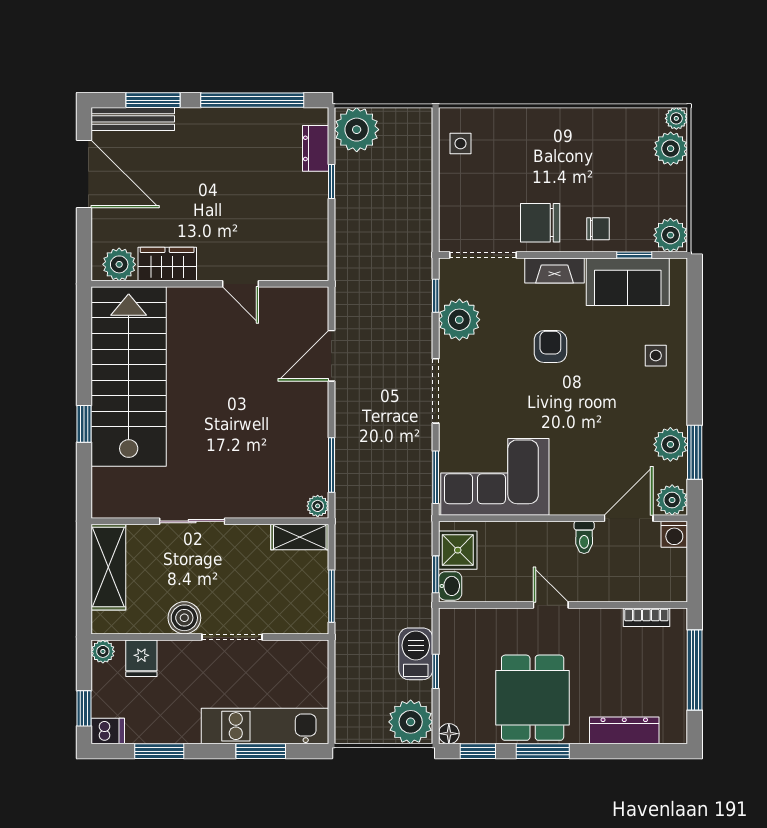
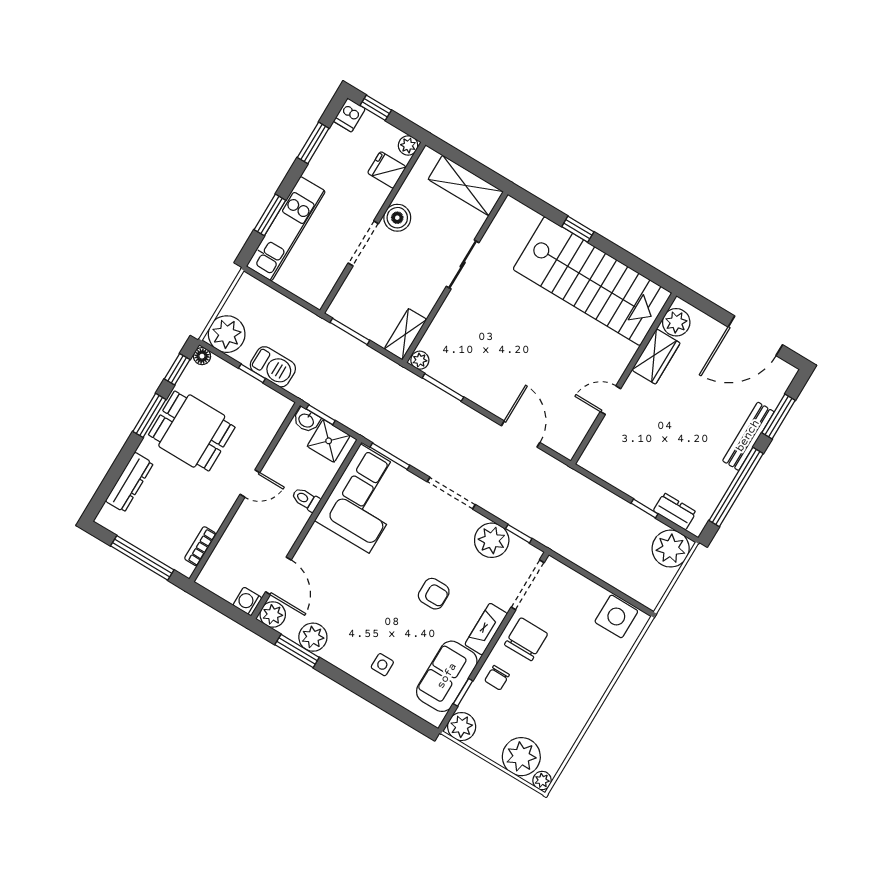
bench: (133, 119) -> (748, 436), moved
side table: (461, 144) -> (616, 616), width x1.87, depth x1.87
plant: (671, 149) -> (521, 757), width x1.36, depth x1.36
toilet: (584, 537) -> (306, 499), moved

